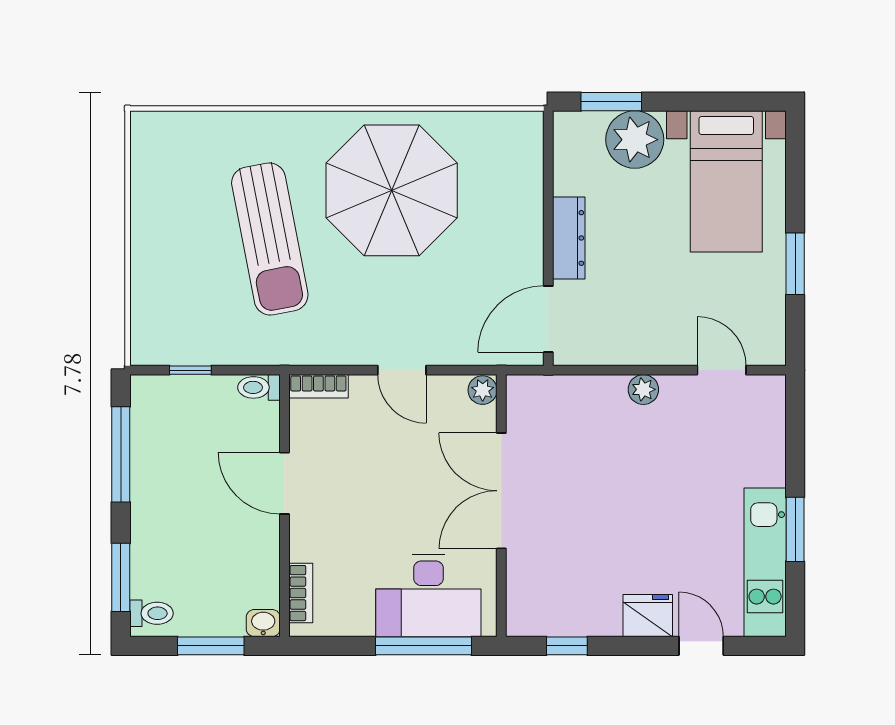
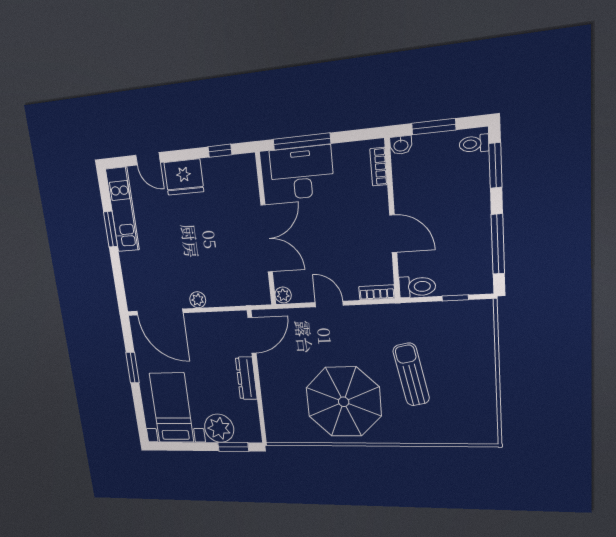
sun lounger: (270, 239) -> (411, 375), width x0.73, depth x0.75
door: (722, 370) -> (160, 312), width x1.88
toilet: (259, 387) -> (417, 287), width x1.37, depth x1.39
fridge: (648, 616) -> (184, 177), width x1.36, depth x1.34

